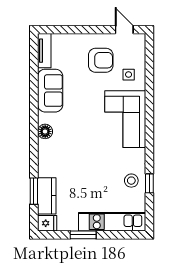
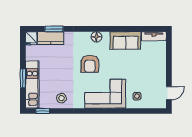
armchair: (101, 60) -> (90, 64), moved
window: (149, 183) -> (43, 111), moved
window: (83, 235) -> (23, 78), moved

